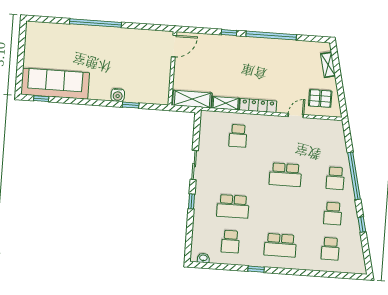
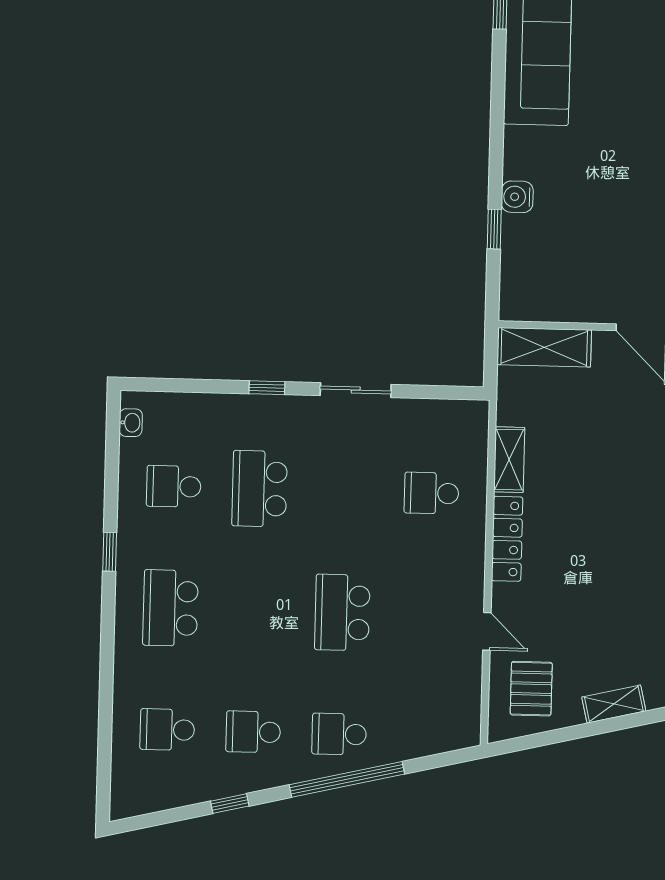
shelving: (192, 99) -> (544, 347), moved, turned 90

